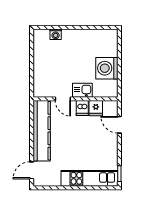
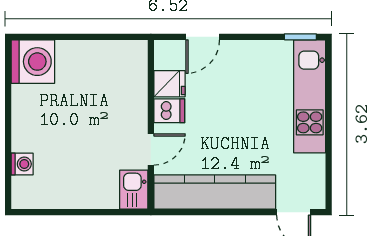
washing machine: (107, 68) -> (33, 62), moved, turned -90
kitchen sink: (82, 90) -> (134, 190), moved

